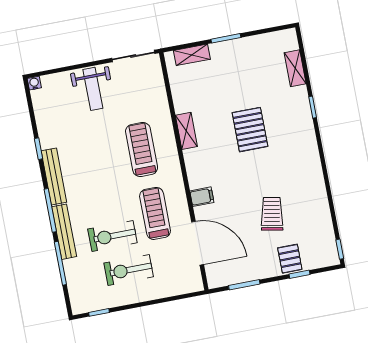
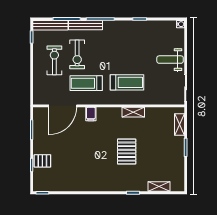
pallet: (250, 130) -> (127, 152), turned 90
bench: (54, 177) -> (50, 25), moved
treadmill: (155, 213) -> (86, 83), turned 180
trolley: (272, 214) -> (72, 155), removed
exercise bike: (112, 236) -> (77, 54), turned 180

